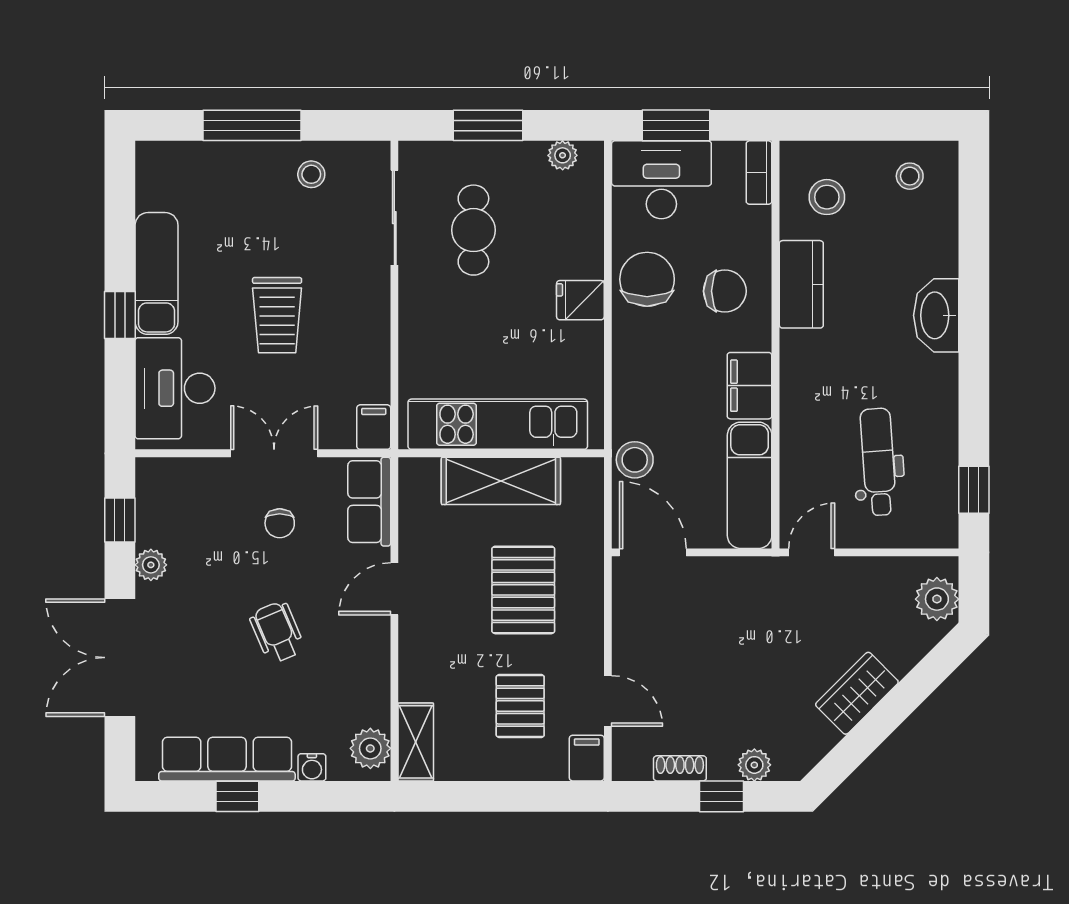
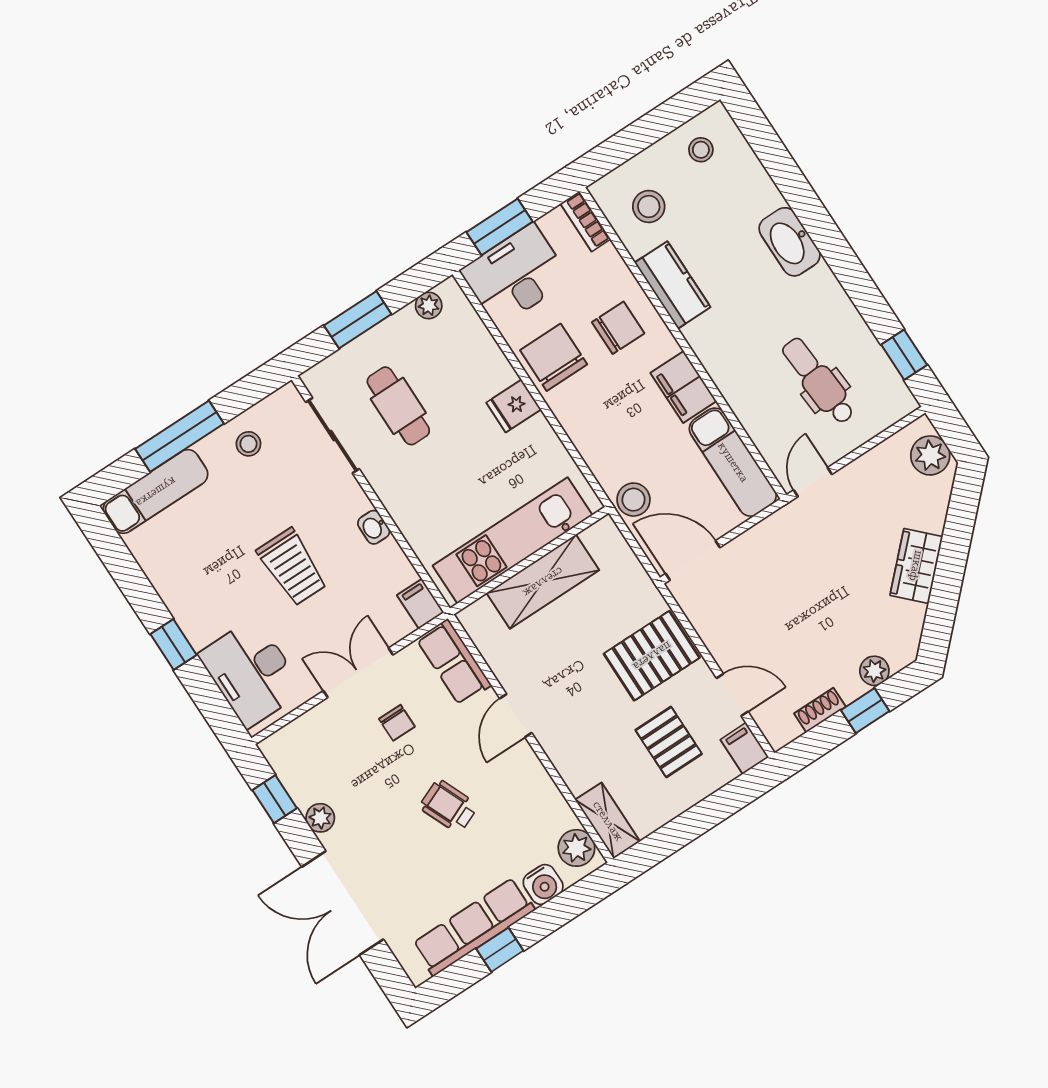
exam couch: (157, 273) -> (156, 492), moved, turned 90
washbasin: (377, 328) -> (374, 527), added
pallet: (523, 590) -> (652, 656), moved, turned 90
water cooler: (312, 767) -> (543, 884), width x1.38, depth x1.38

